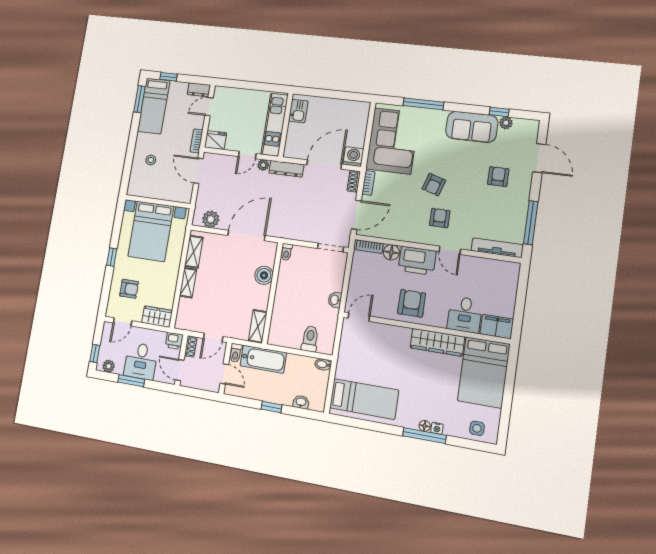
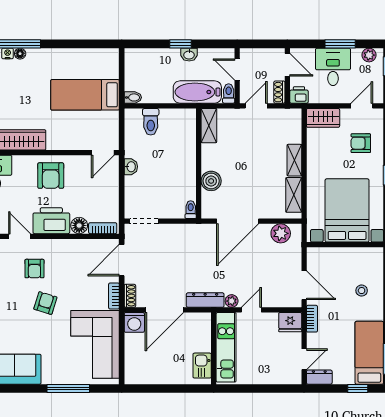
bed: (364, 399) -> (85, 95), moved
washbasin: (301, 402) -> (189, 55), moved

